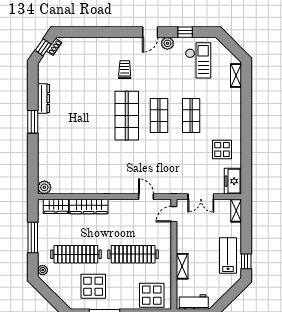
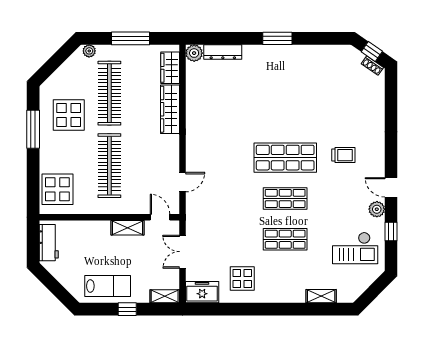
shelving: (236, 75) -> (321, 296), moved
dresser: (43, 98) -> (223, 52), moved
window: (246, 261) -> (127, 309), moved
shelving: (182, 266) -> (128, 228), moved

